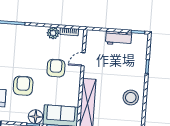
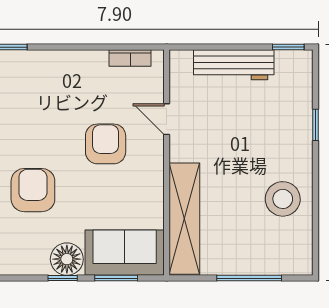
plant: (53, 33) -> (93, 64), removed
workbench: (119, 38) -> (234, 65), width x1.38
door: (83, 59) -> (167, 119), hinge flipped

